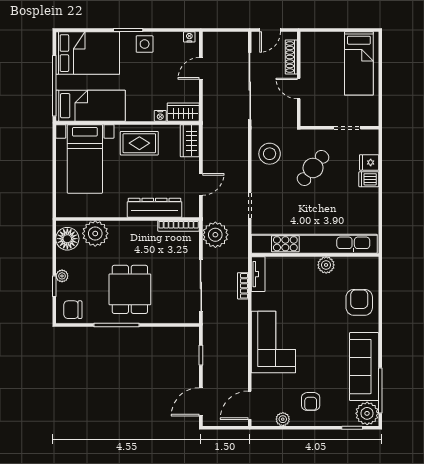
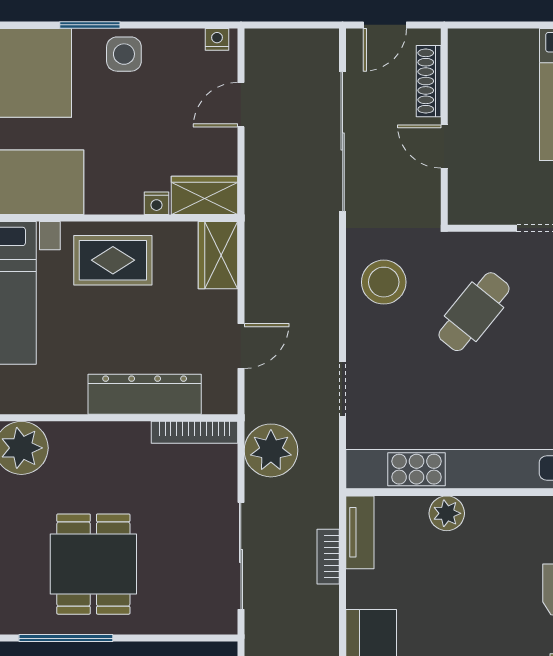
plant: (326, 265) -> (447, 513), moved

